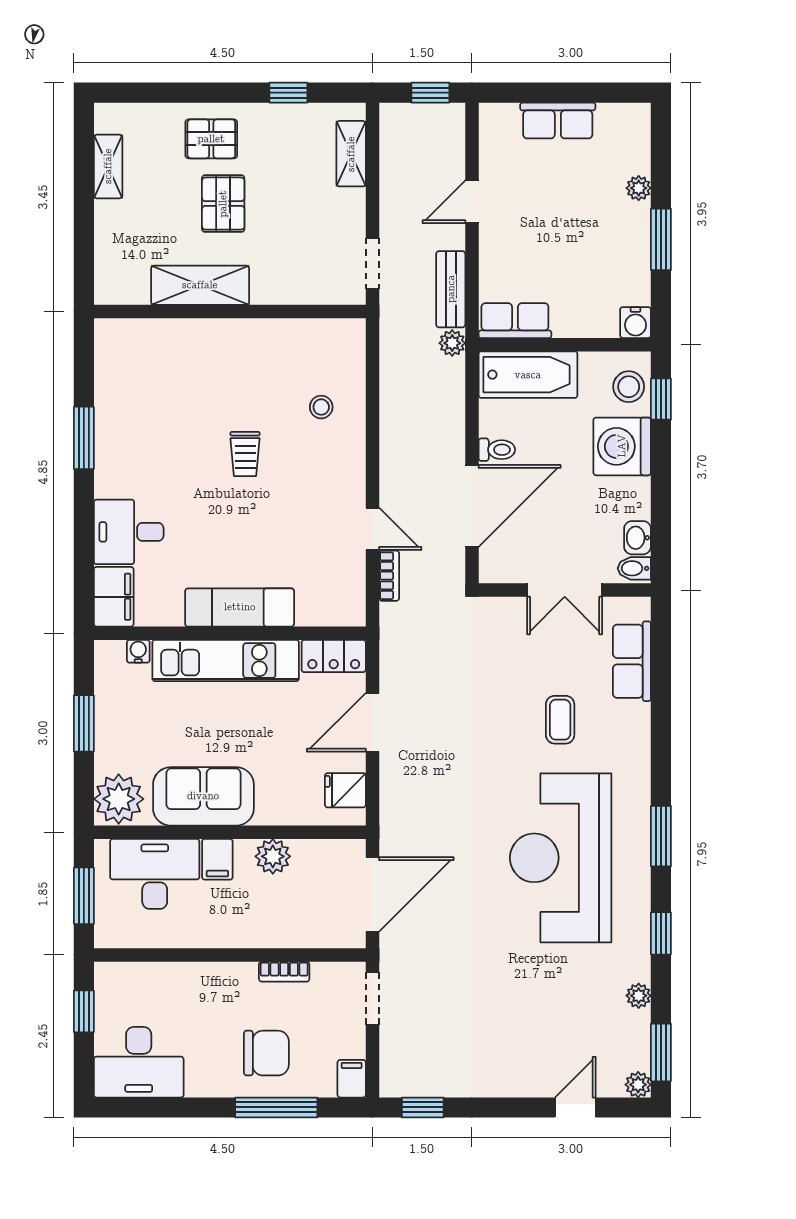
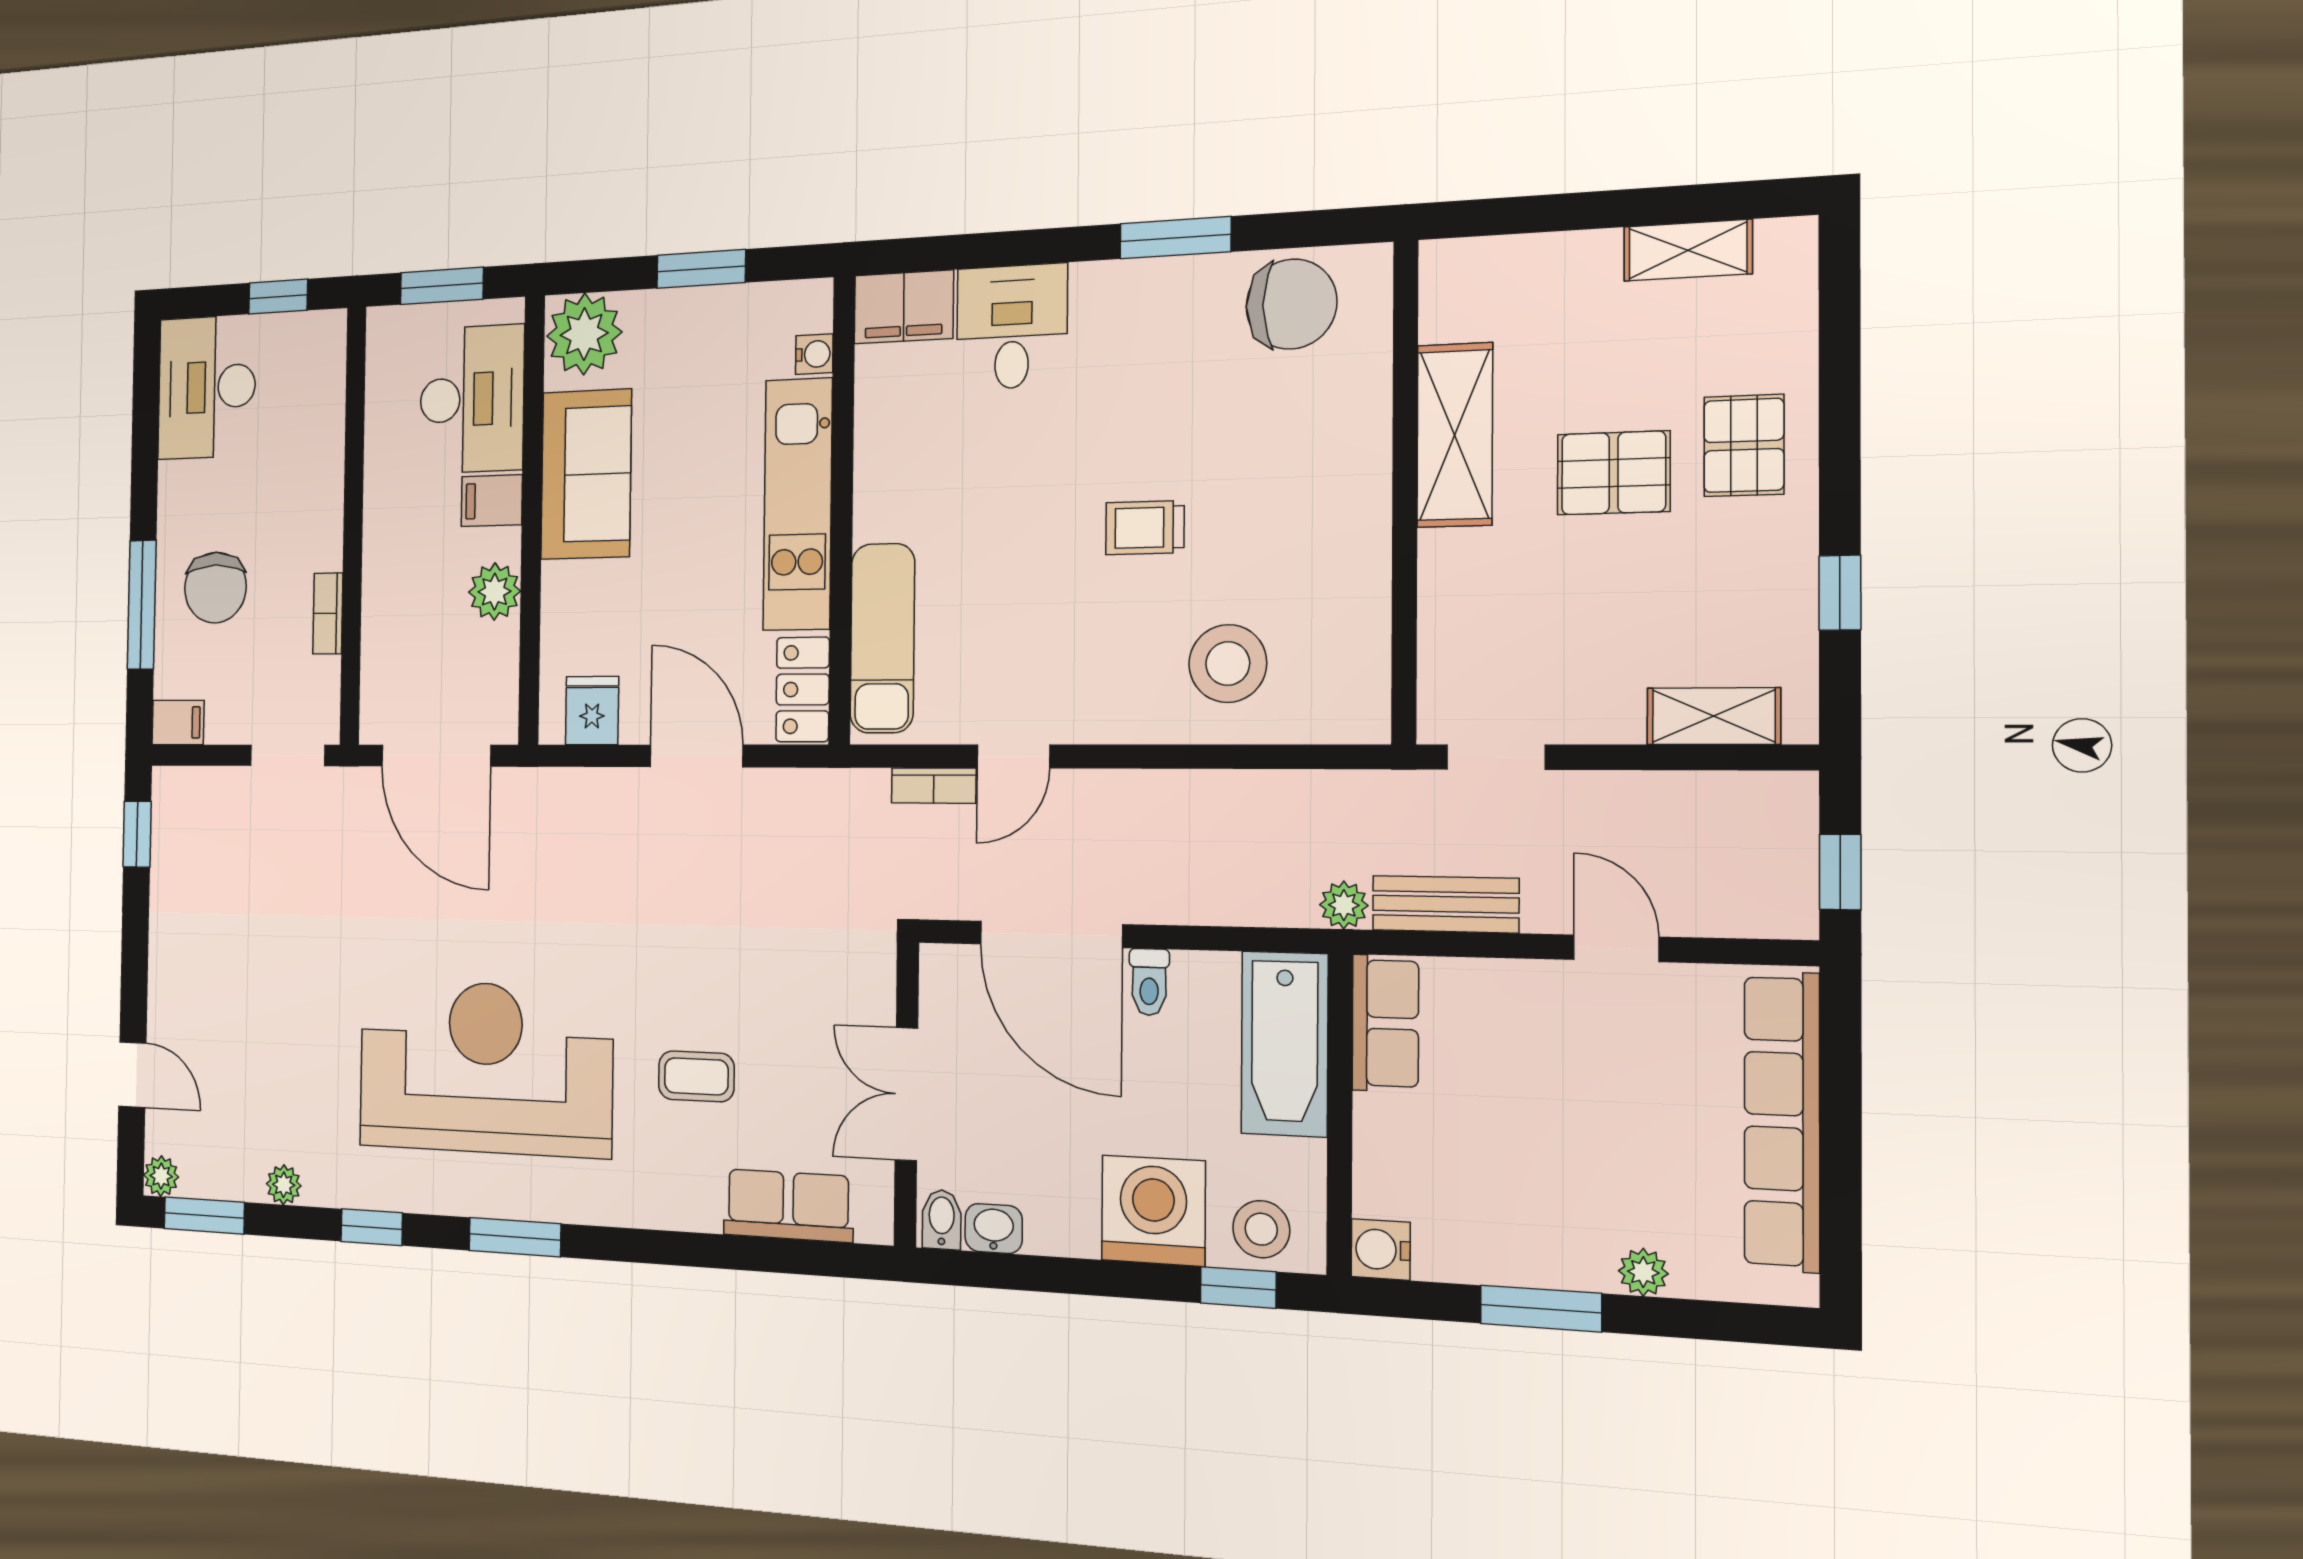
row of seats: (558, 121) -> (1782, 1121), width x2.02
chair: (125, 373) -> (1291, 304), added
stool: (321, 407) -> (1228, 664), width x1.89, depth x1.89
exam couch: (240, 607) -> (882, 638), moved

